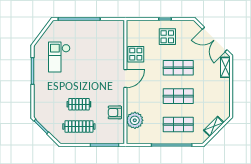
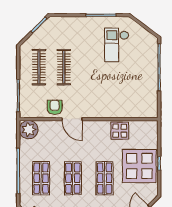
display table: (167, 37) -> (139, 166), width x1.86, depth x1.86
checkout: (59, 57) -> (117, 45), turned -90
door: (125, 78) -> (72, 119), moved
clothes rail: (79, 104) -> (64, 67), width x1.36
plant: (135, 120) -> (29, 130), moved

